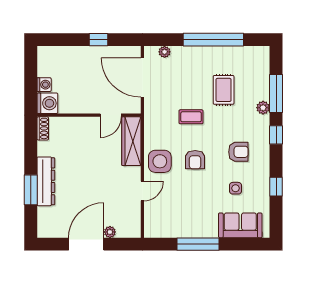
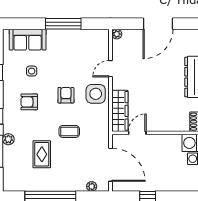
plant: (110, 232) -> (117, 34), moved

